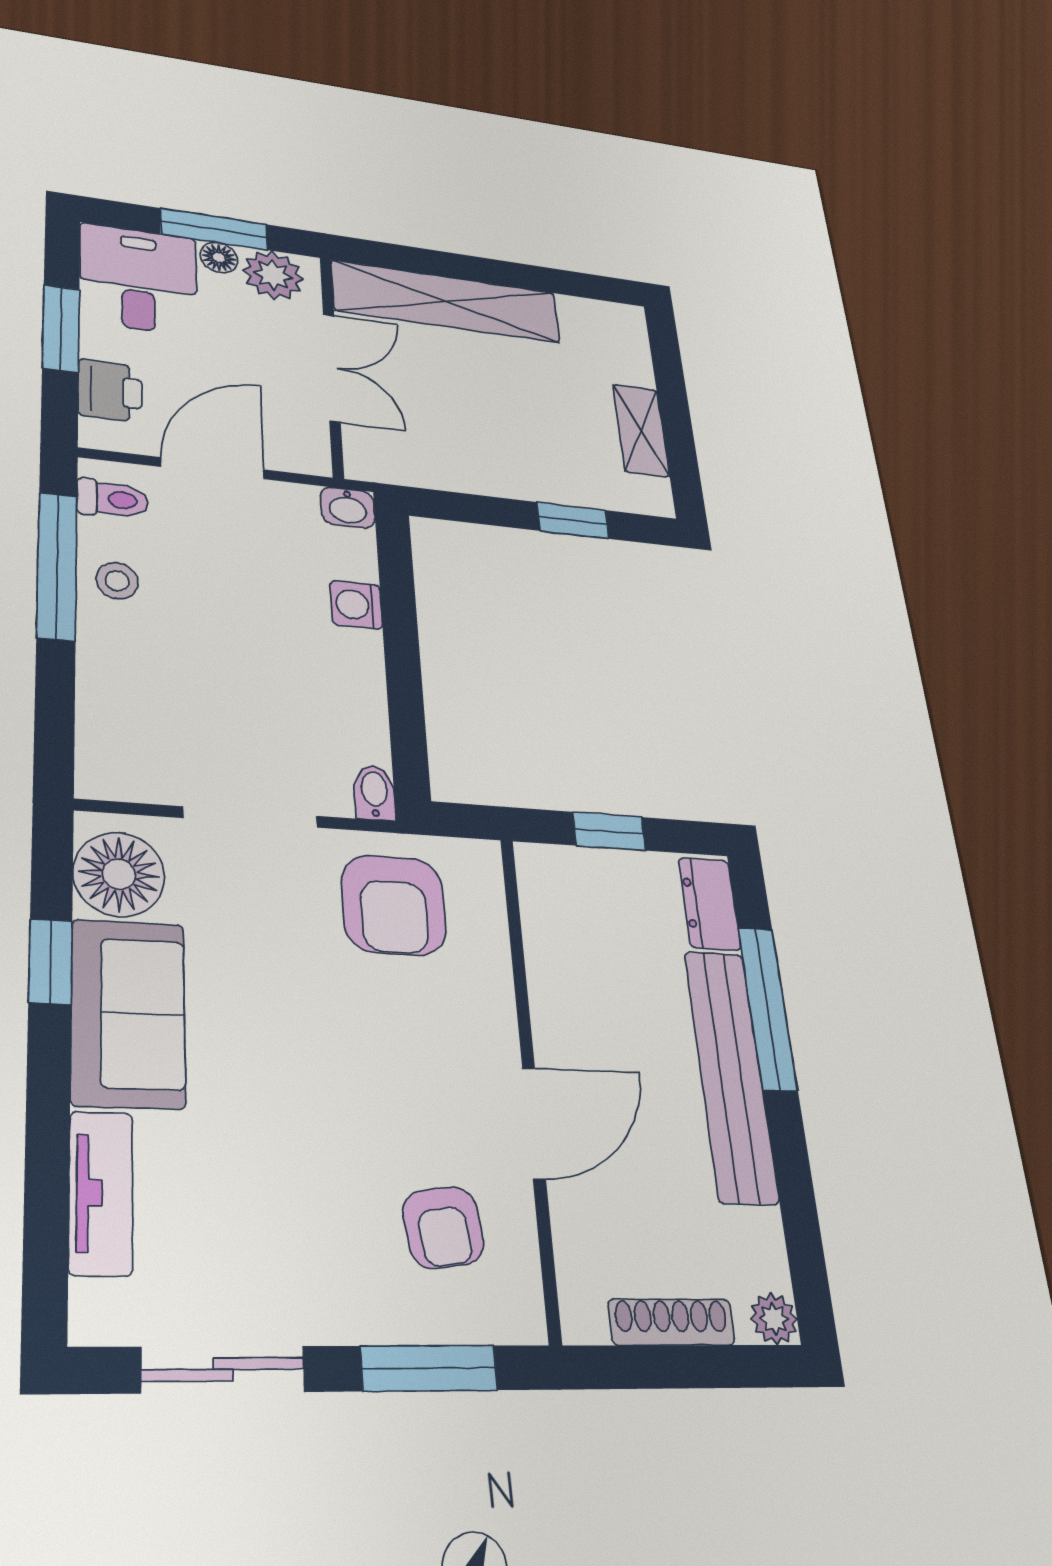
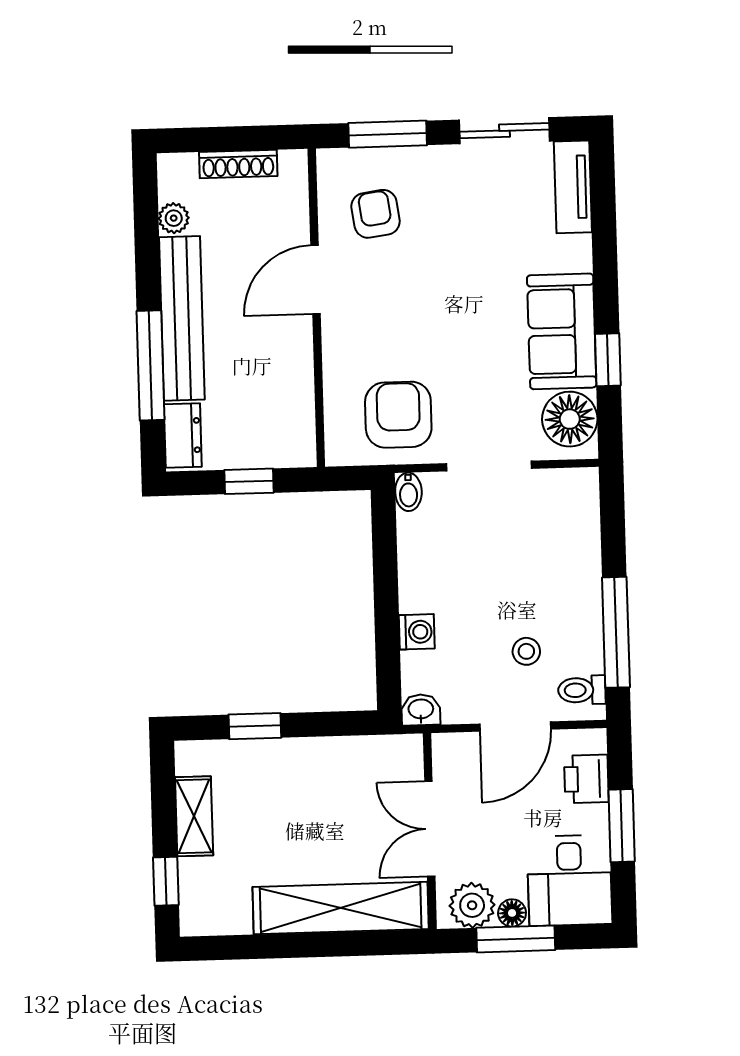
window: (668, 367) -> (166, 881), added
stool: (117, 581) -> (526, 651), moved
tv unit: (101, 1193) -> (573, 187), moved
plant: (774, 1319) -> (174, 218), moved

